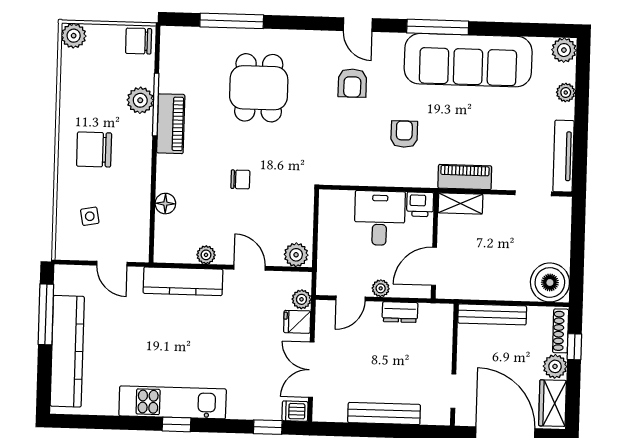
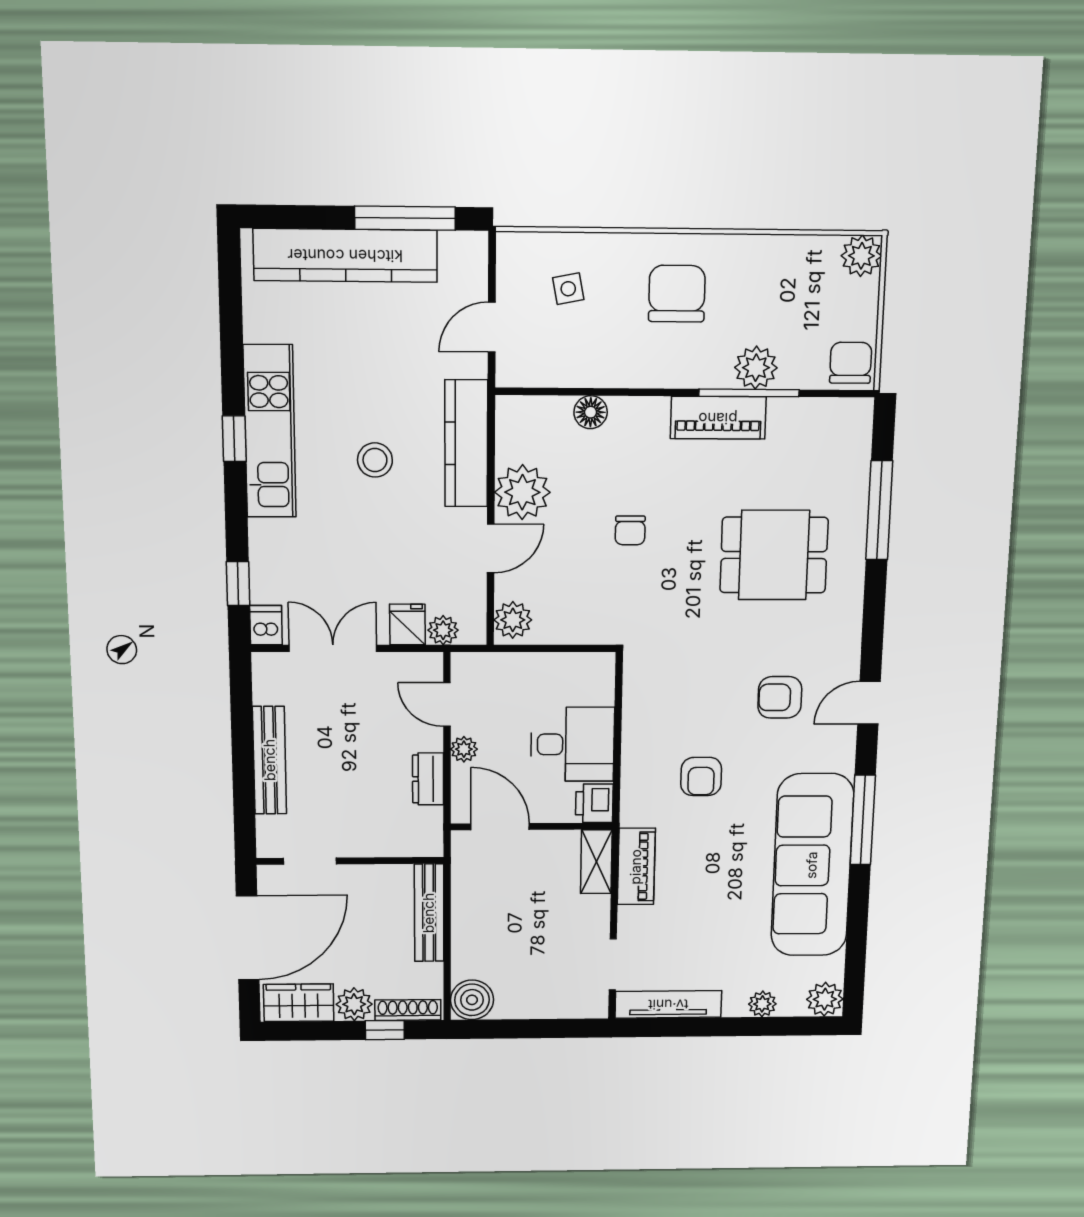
armchair: (404, 134) -> (701, 776), turned 90
plant: (206, 255) -> (522, 492), width x1.88, depth x1.88
boiler: (550, 282) -> (472, 1000), width x0.73, depth x0.73
stool: (192, 338) -> (375, 460), added

